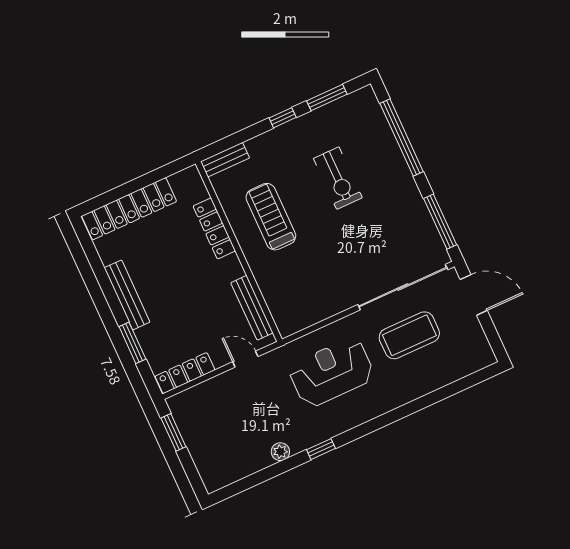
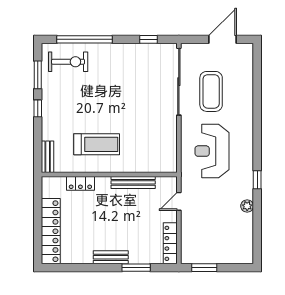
exercise bike: (338, 178) -> (68, 62), moved
treadmill: (271, 217) -> (97, 144), turned 180
window: (440, 222) -> (149, 39), width x0.46
locker: (214, 228) -> (80, 183), width x0.66
bench: (127, 295) -> (111, 257), width x0.73
door: (474, 295) -> (222, 39), moved
bench: (252, 308) -> (133, 182), moved

